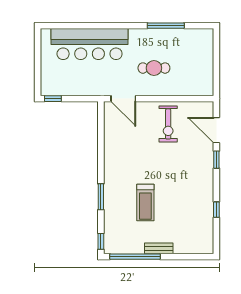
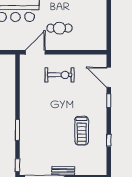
door: (123, 99) -> (35, 52), swing flipped
exercise bike: (168, 124) -> (60, 75), moved, turned -90
treadmill: (145, 202) -> (82, 131), moved

